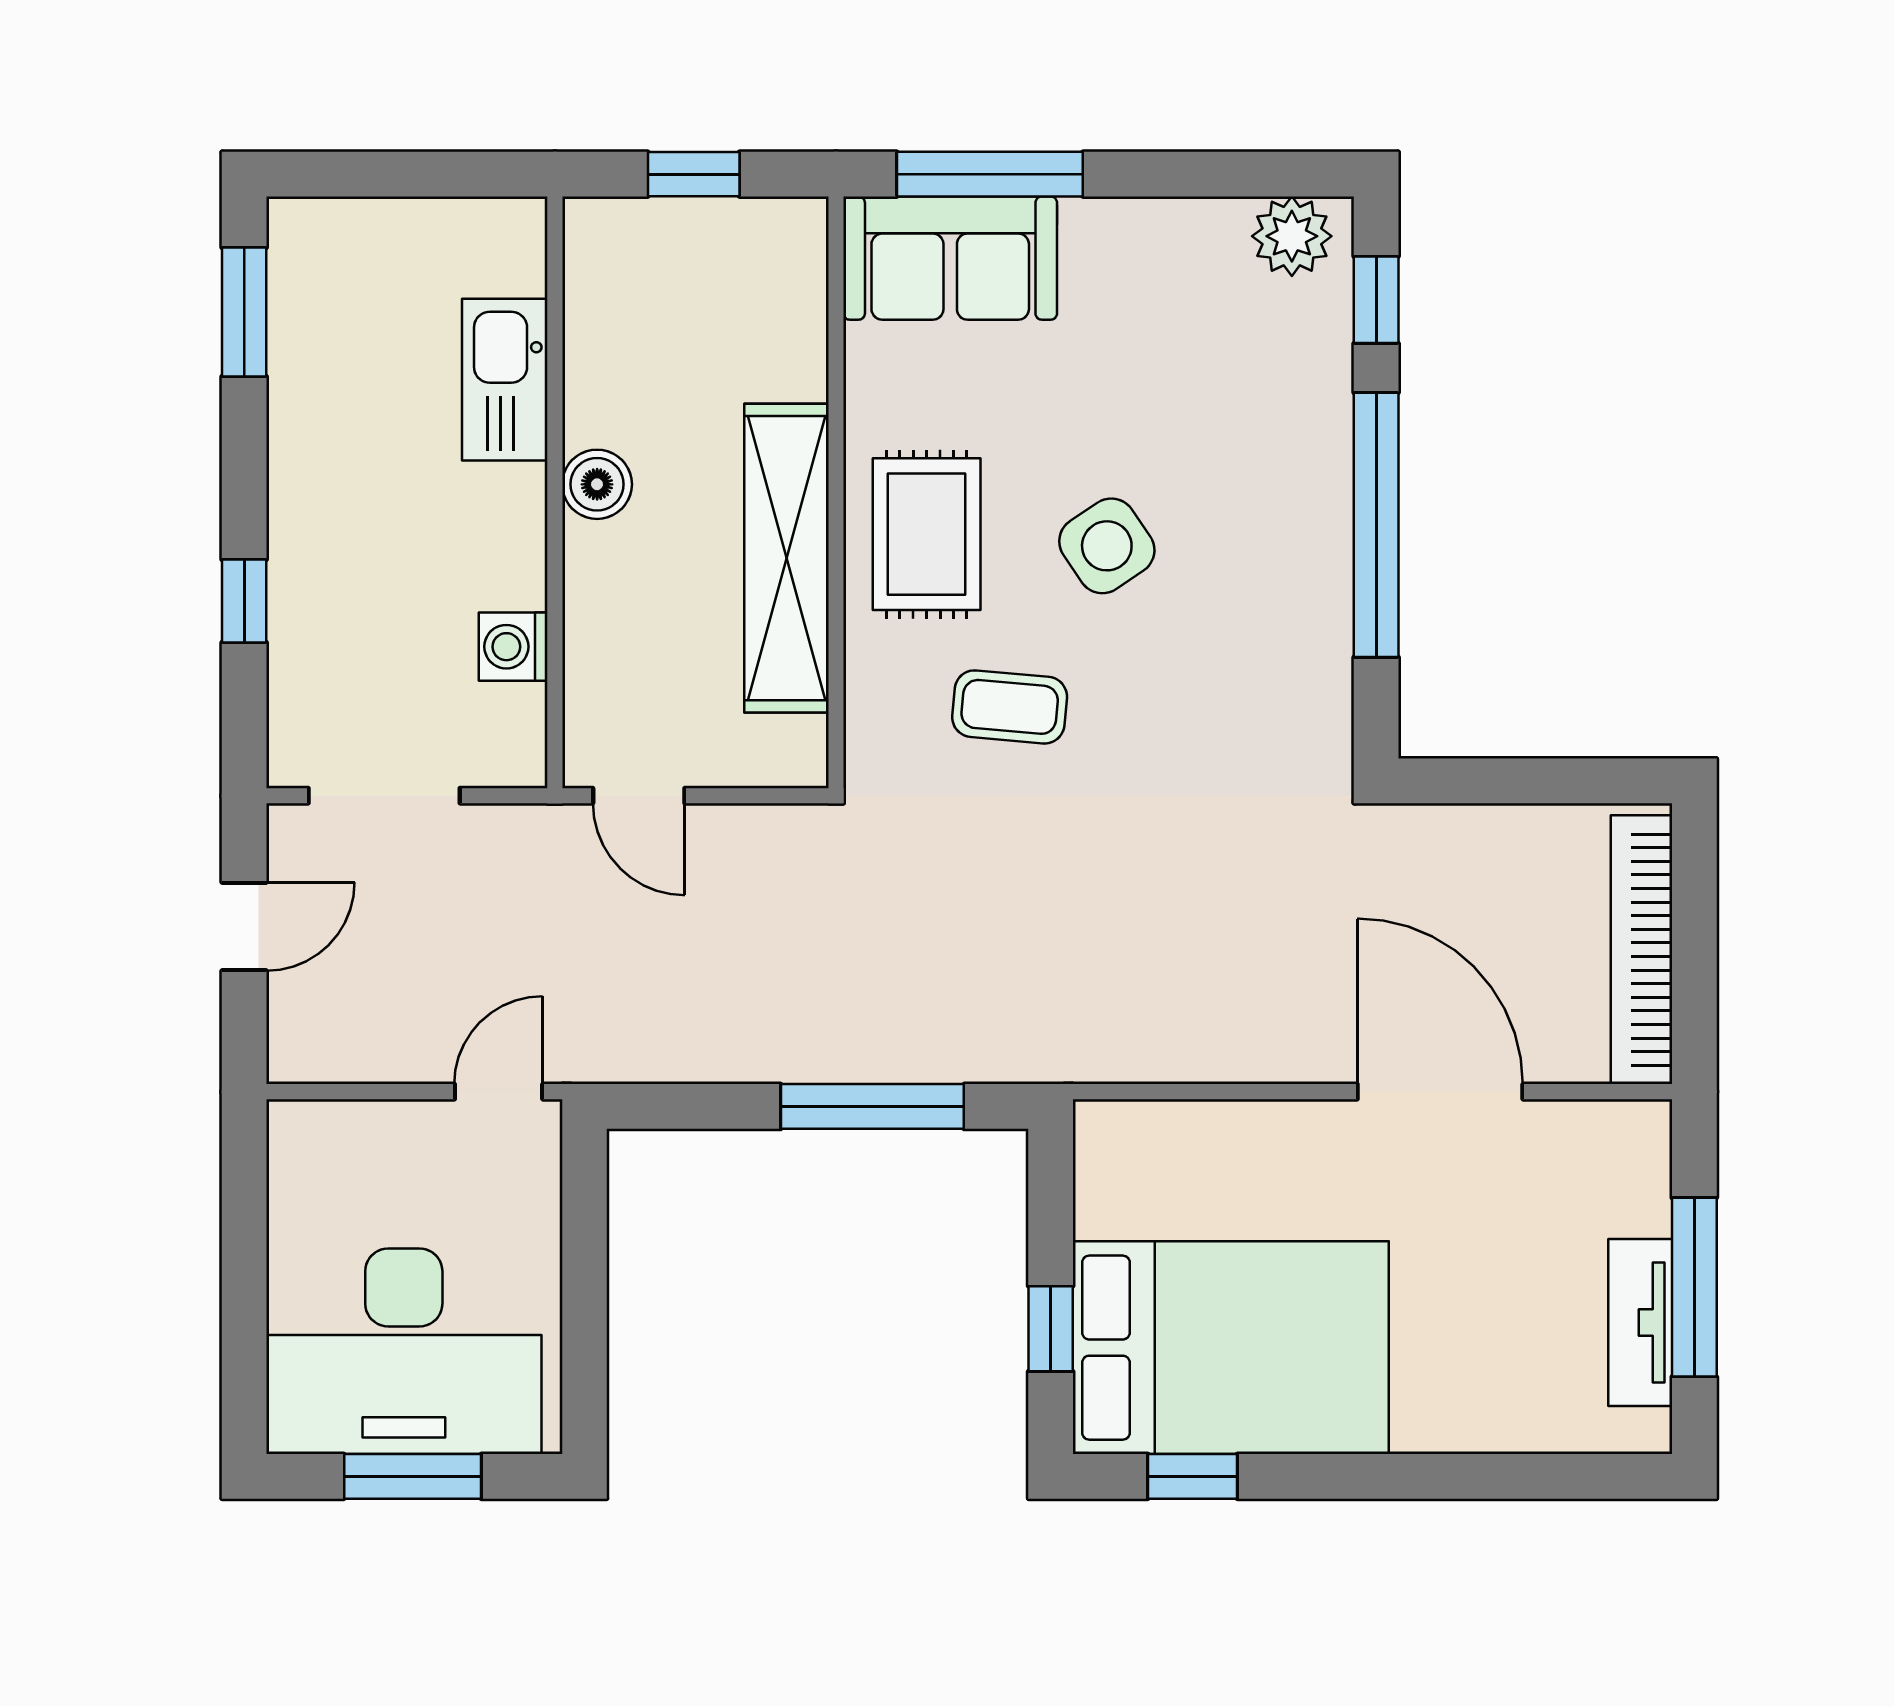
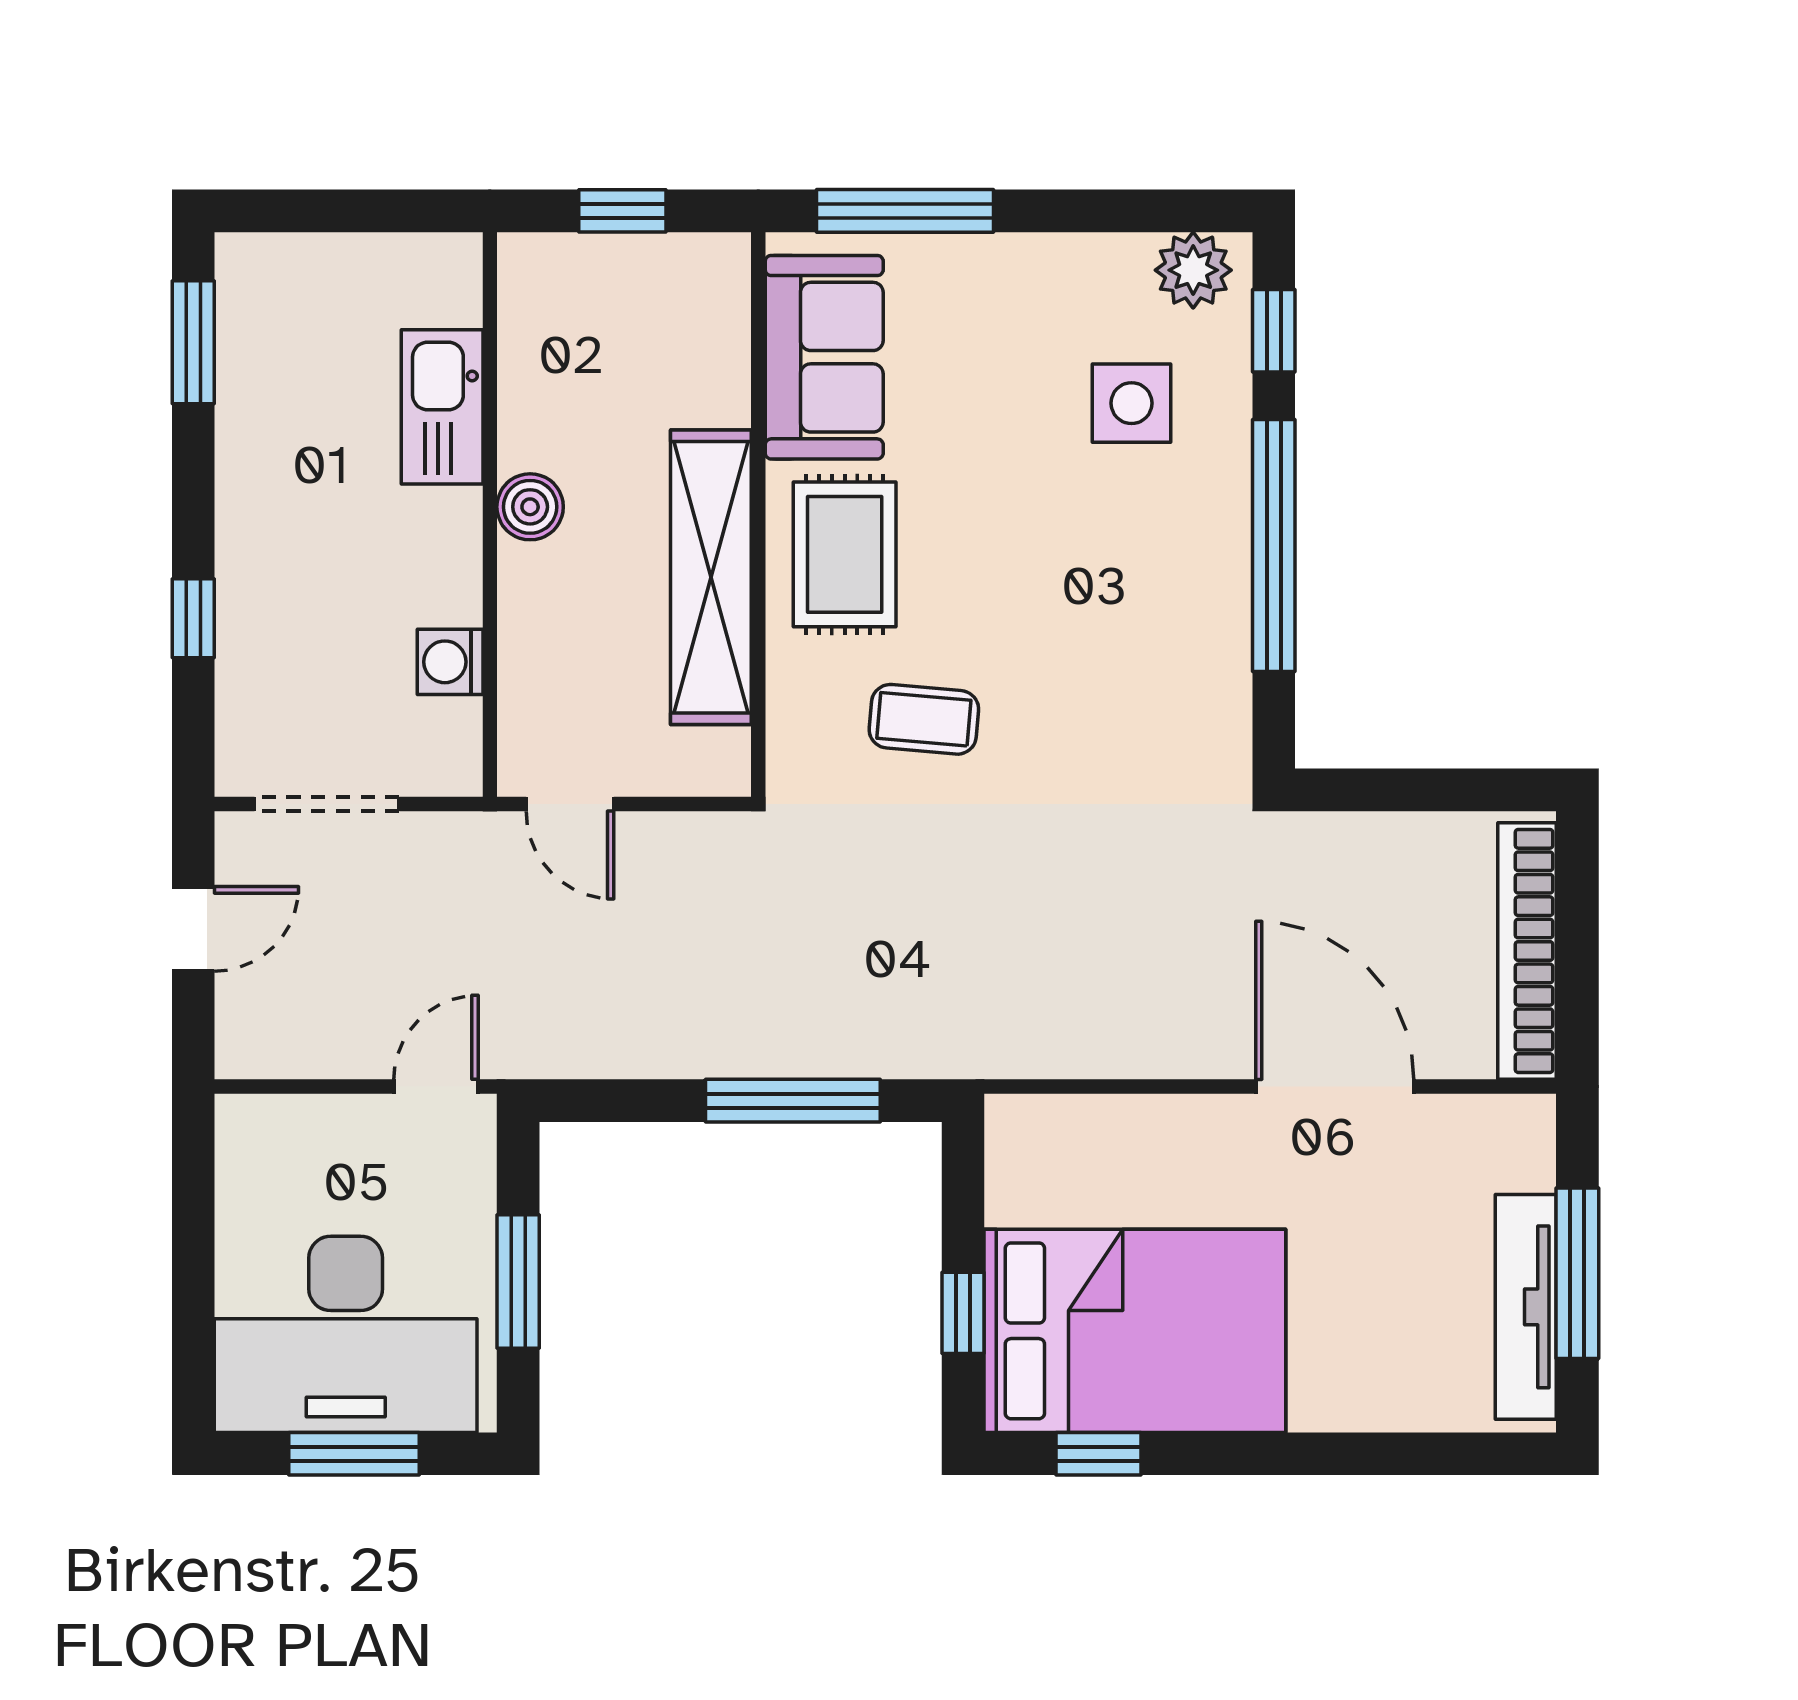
sofa: (950, 258) -> (824, 357), moved, turned -90
side table: (1107, 546) -> (1131, 403), moved, turned 34
window: (584, 1296) -> (518, 1282), added
tv unit: (1640, 1323) -> (1526, 1307), width x1.41

